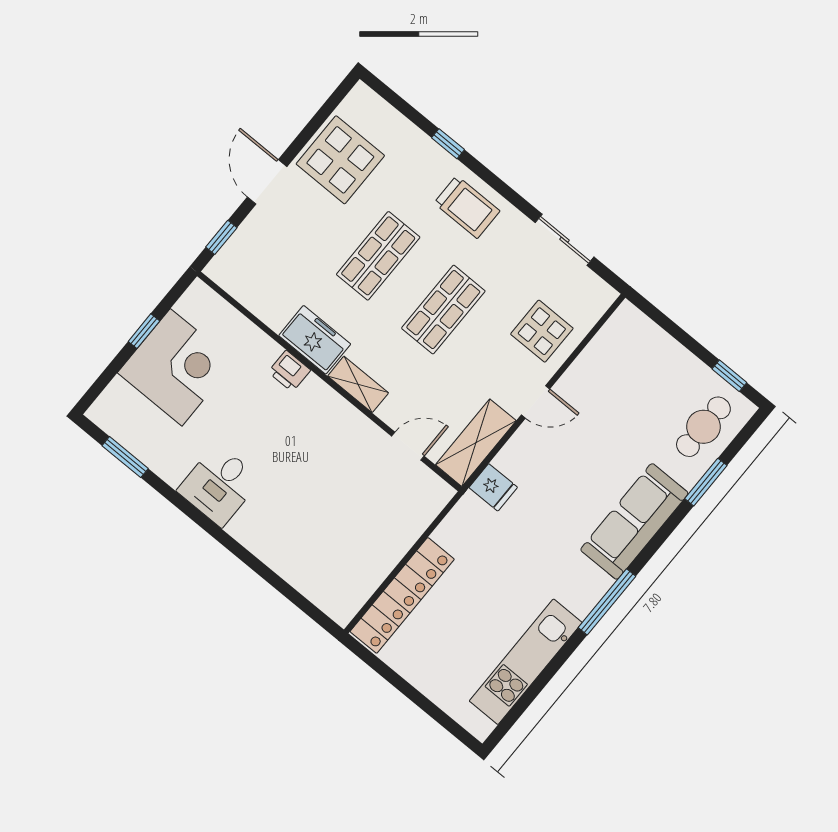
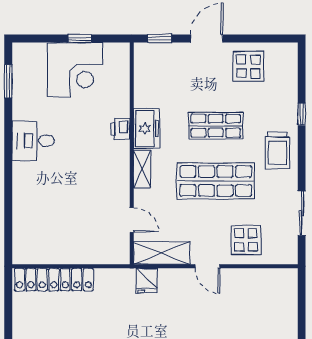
display table: (340, 160) -> (249, 66), width x0.73, depth x0.73
shop shelf: (443, 310) -> (216, 181), width x1.43, depth x1.36

